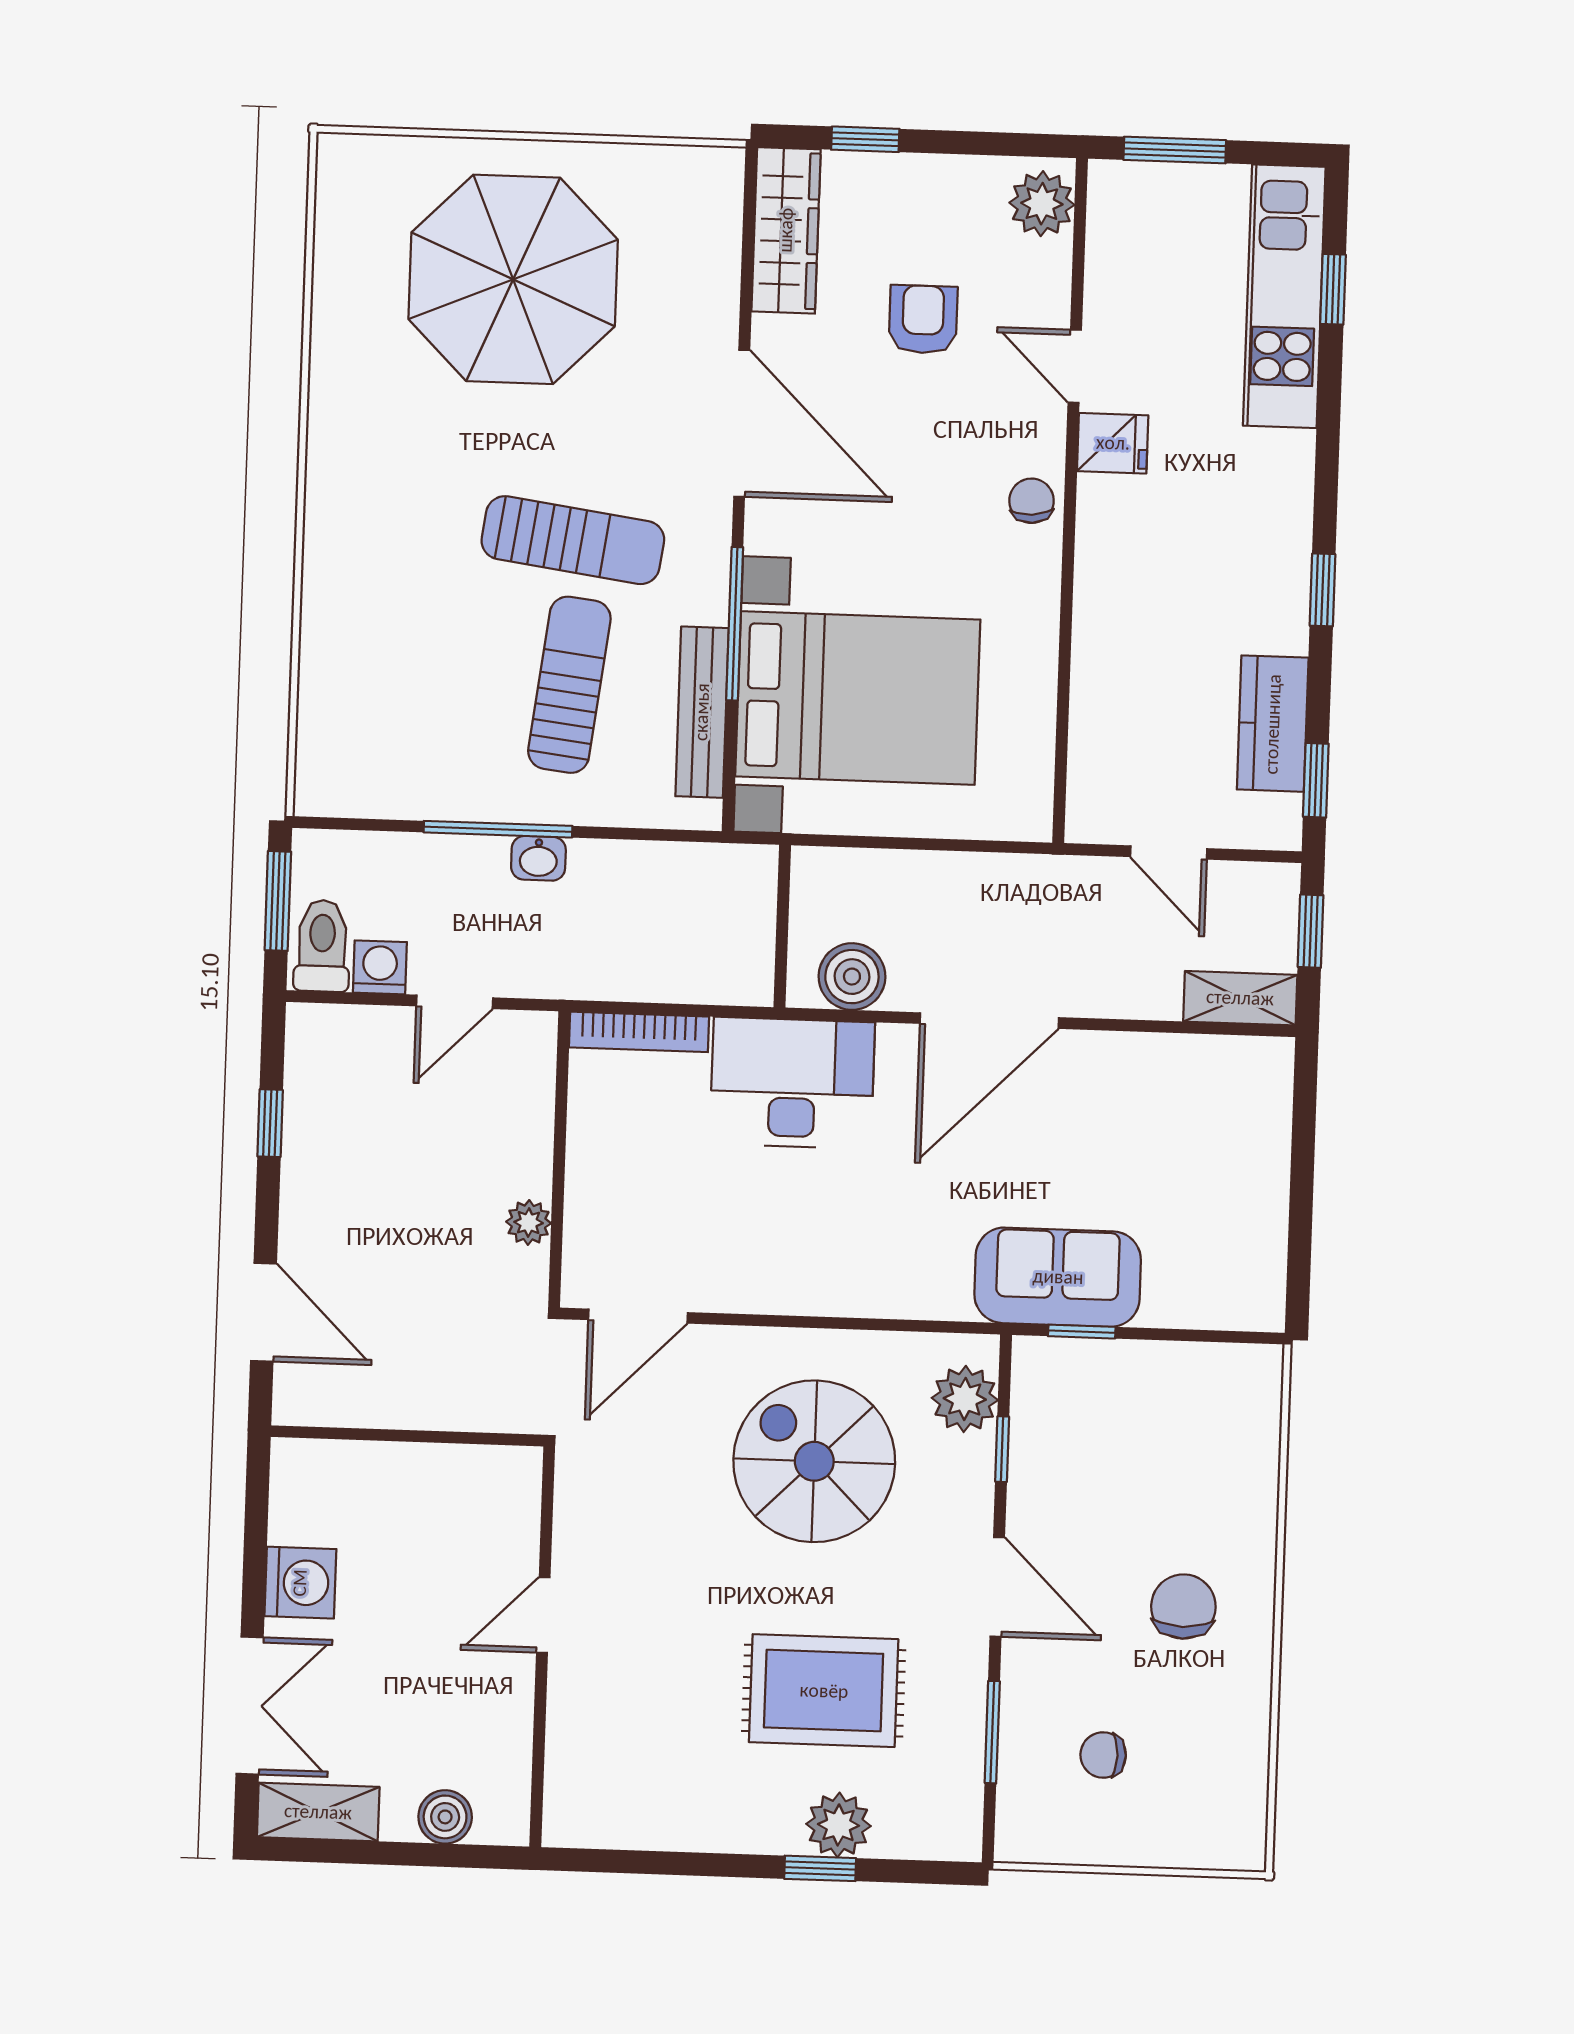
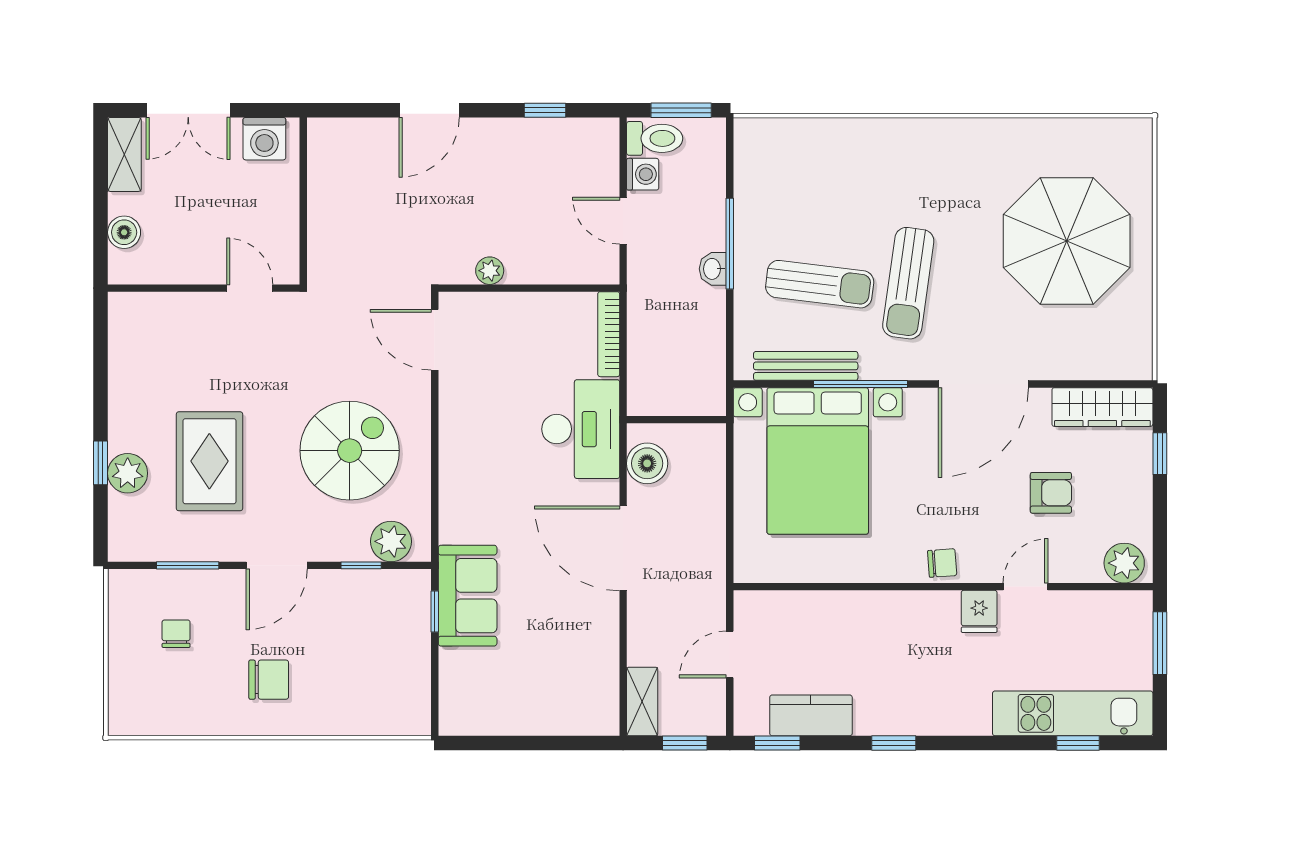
wall: (407, 1436) -> (303, 201), moved

